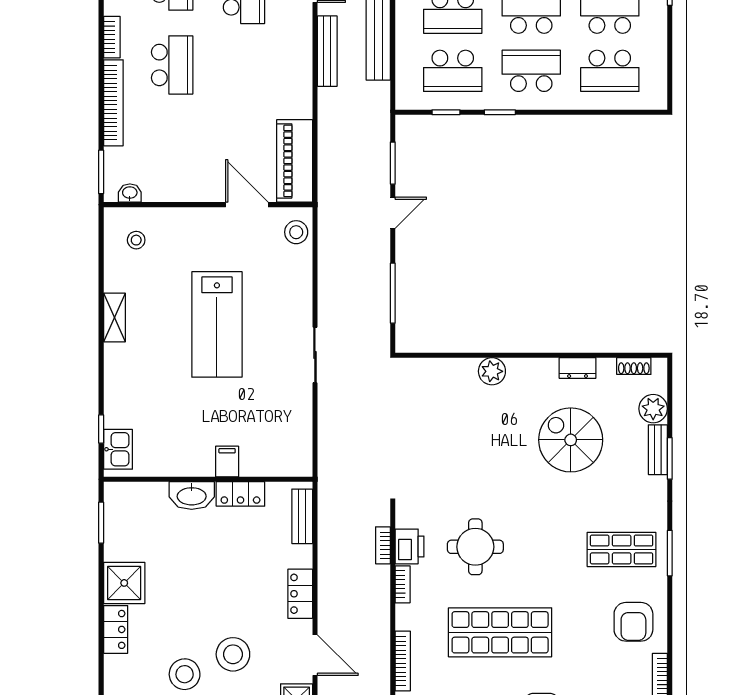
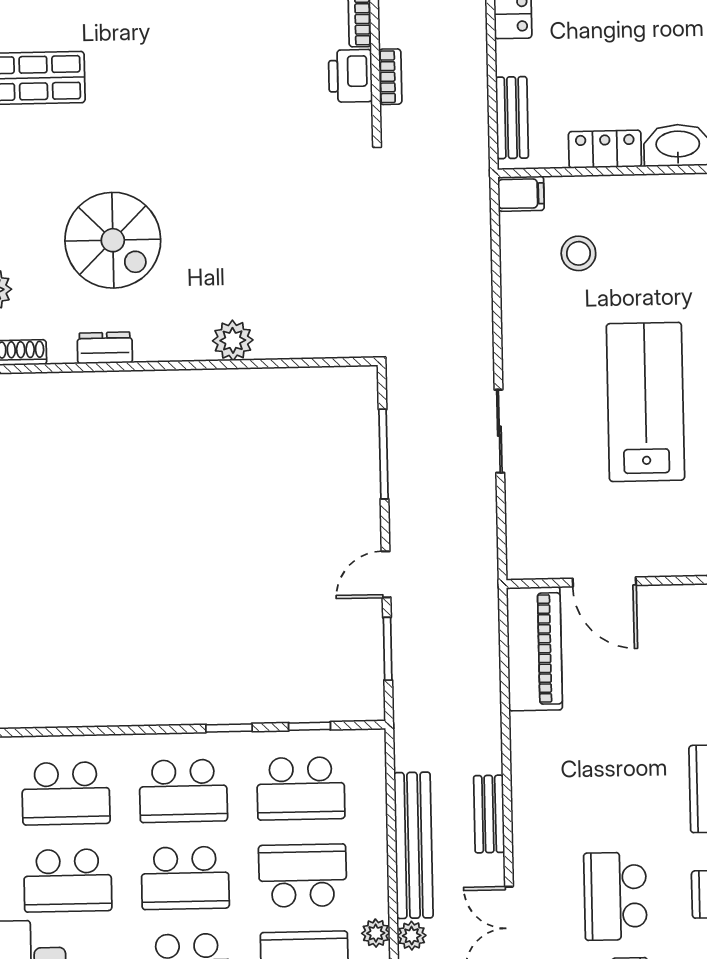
bench: (327, 51) -> (489, 814), width x0.73
school desk: (453, 71) -> (301, 788), turned 180
school desk: (610, 71) -> (66, 793), turned 180
stool: (296, 232) -> (578, 253), moved
sliding door: (315, 355) -> (499, 431), moved
filing cabinet: (227, 461) -> (521, 194), moved, turned -90
round table: (475, 547) -> (252, 77), removed

